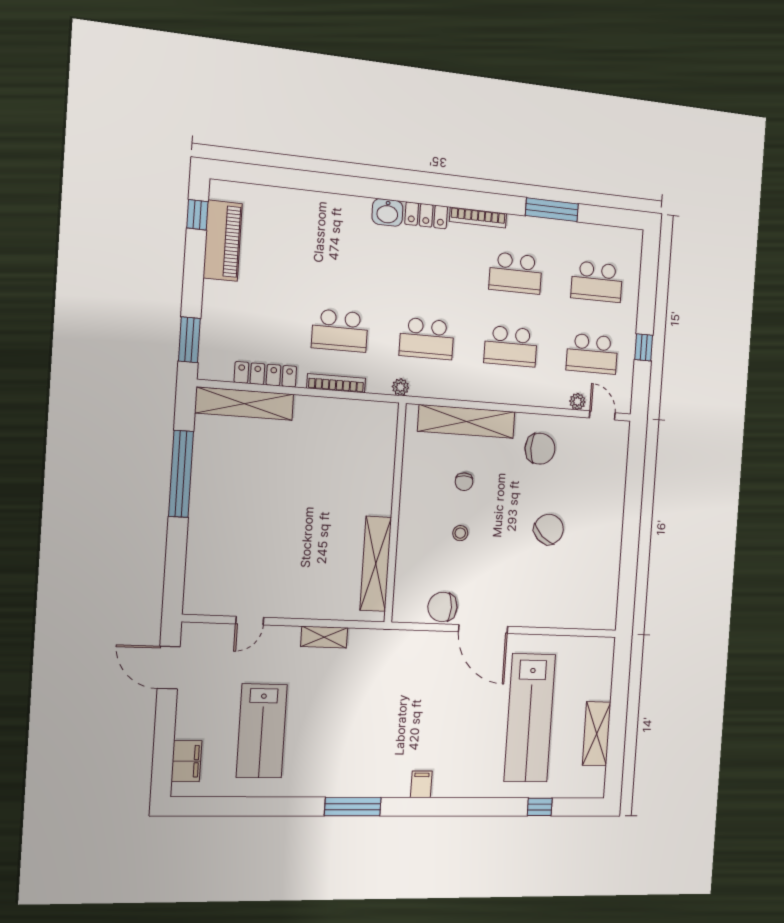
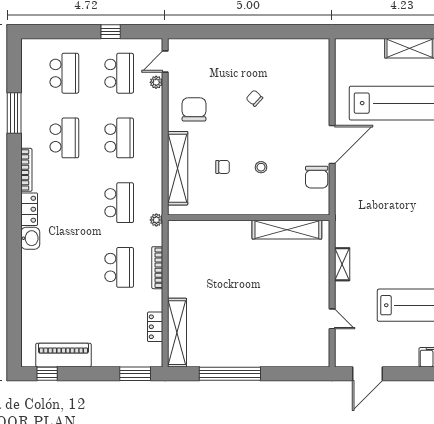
locker: (265, 374) -> (155, 327), width x0.66
chair: (549, 529) -> (254, 98), width x0.54, depth x0.54

